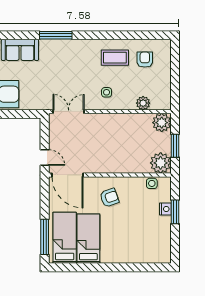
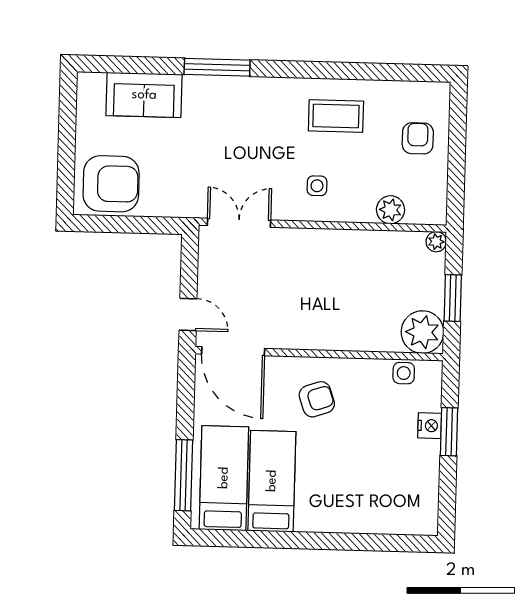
armchair: (145, 60) -> (418, 138), moved
plant: (162, 123) -> (436, 242), width x0.53, depth x0.53

